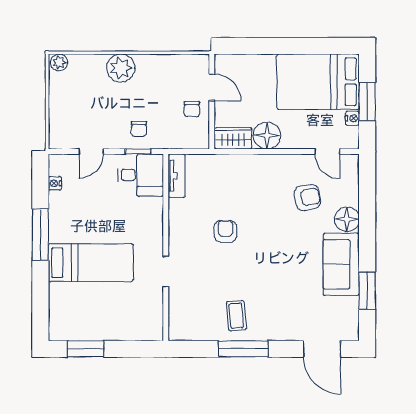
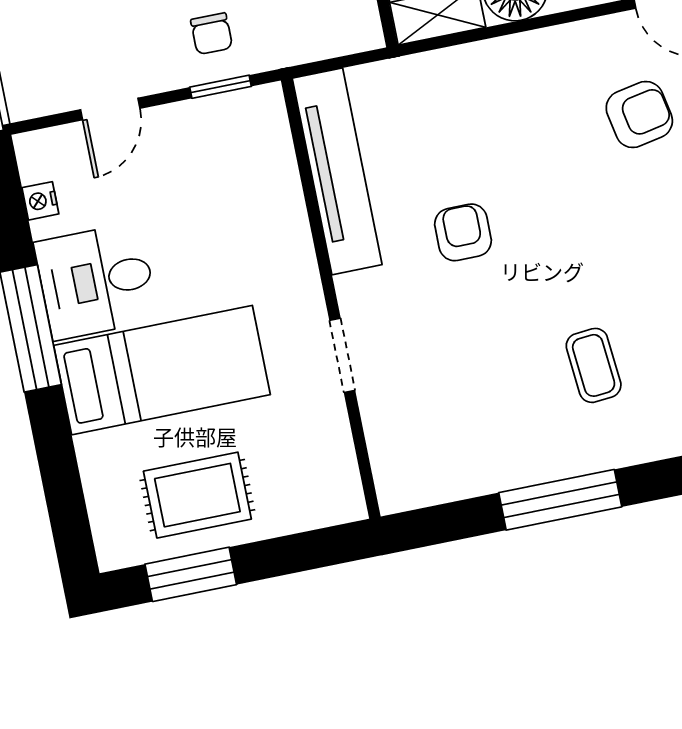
desk: (141, 175) -> (96, 281), moved, turned 180
tv unit: (177, 176) -> (337, 171), width x1.92, depth x1.29
coffee table: (236, 316) -> (594, 365), moved
rug: (95, 317) -> (197, 495), added

